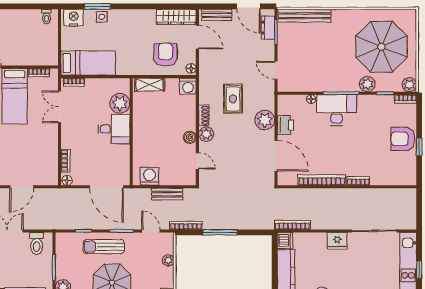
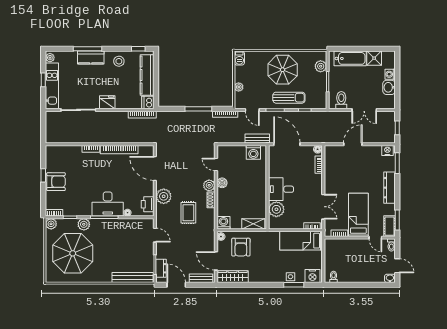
printer: (285, 125) -> (148, 204), moved
bench: (167, 194) -> (257, 139), moved

